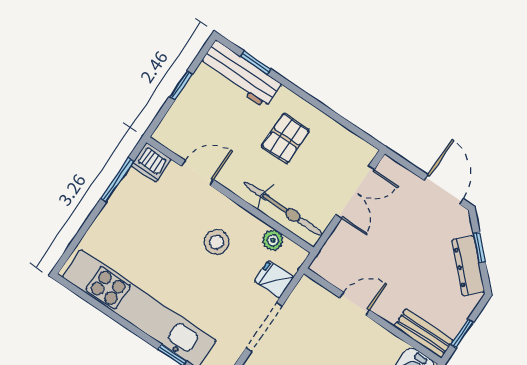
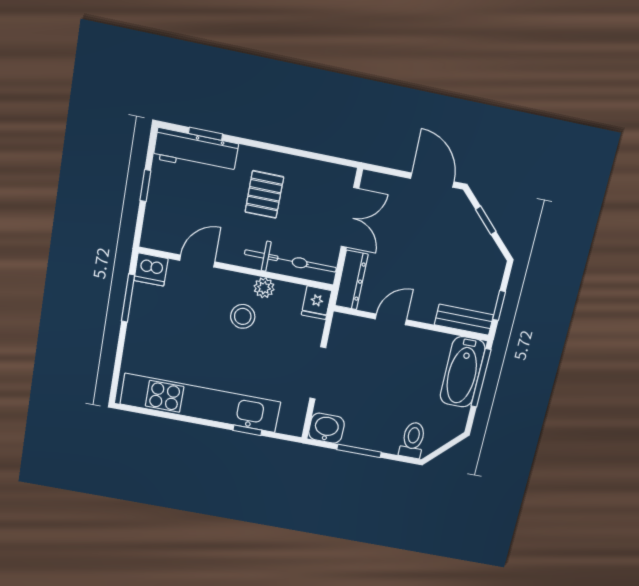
plant: (273, 240) -> (264, 288), moved
dresser: (468, 266) -> (352, 280), moved, turned -135
fridge: (274, 279) -> (316, 303), moved, turned -90

